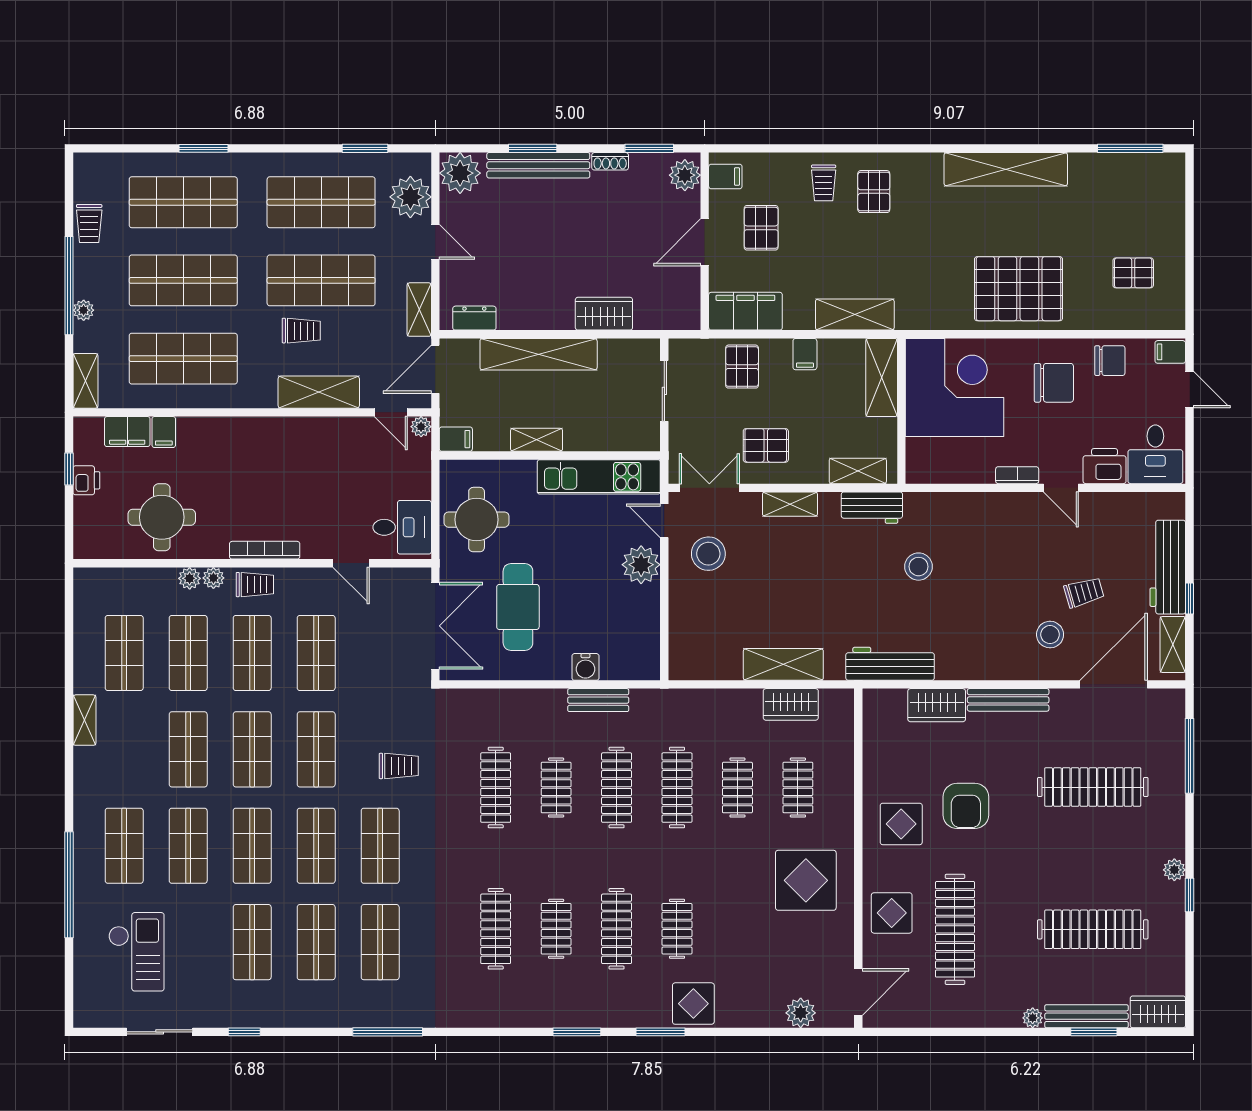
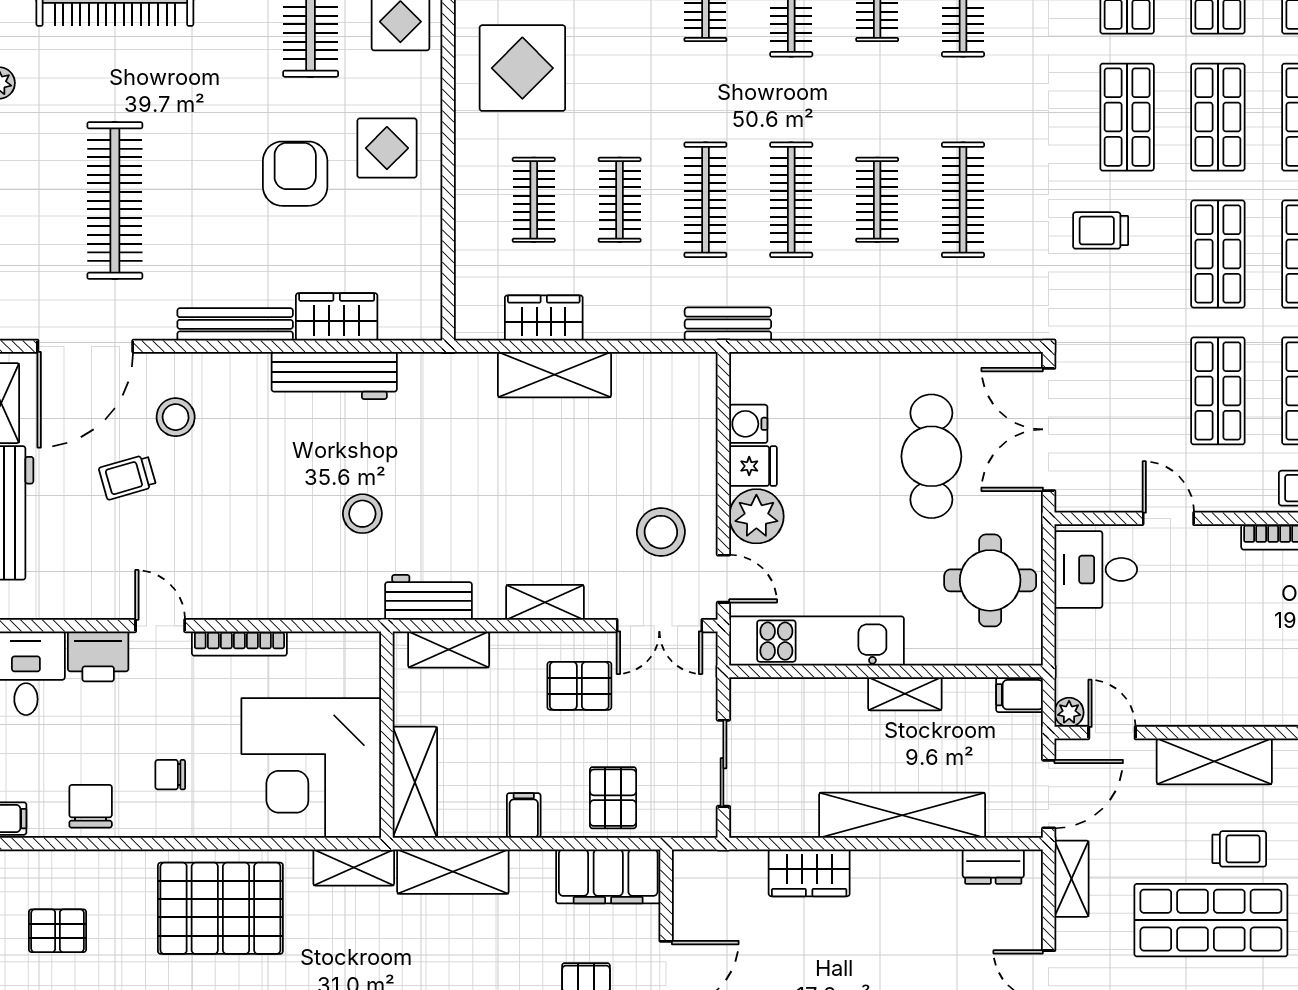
shelving: (925, 317) -> (354, 868), added
trolley: (301, 331) -> (1239, 849), turned 180
chair: (1110, 361) -> (91, 806), turned 90
chair: (1054, 383) -> (170, 775), width x0.54, depth x0.54
bookcase: (1017, 475) -> (239, 643), width x1.56
fridge: (643, 600) -> (753, 466), added
workbench: (890, 664) -> (334, 376), moved
water cooler: (585, 667) -> (748, 424), moved, turned -90
bench: (598, 700) -> (728, 324), moved
clothes rail: (1093, 787) -> (115, 201), turned 90

